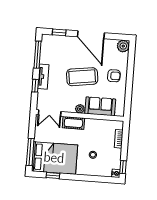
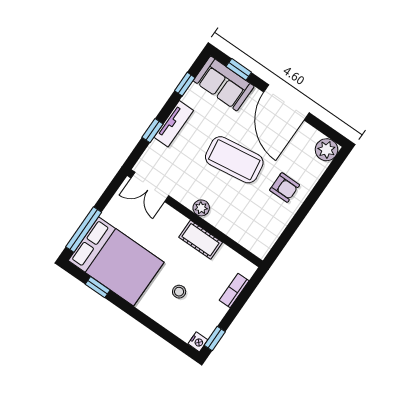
window: (38, 55) -> (185, 84), width x0.46
sofa: (100, 106) -> (224, 84), moved, turned 180
cot: (73, 123) -> (201, 240), moved

